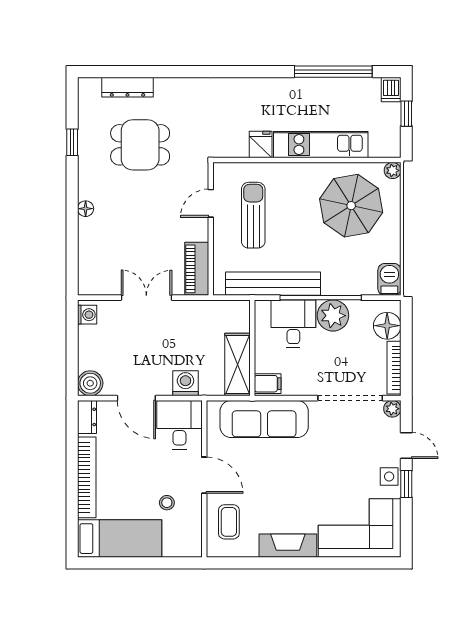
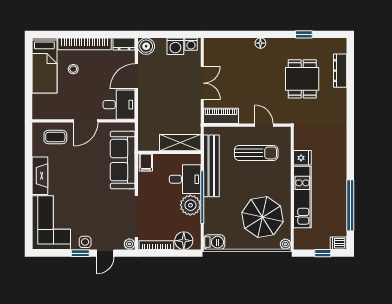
shelving: (238, 365) -> (180, 143), moved
washing machine: (185, 383) -> (175, 46), moved, turned 90
stool: (167, 503) -> (73, 69), moved

